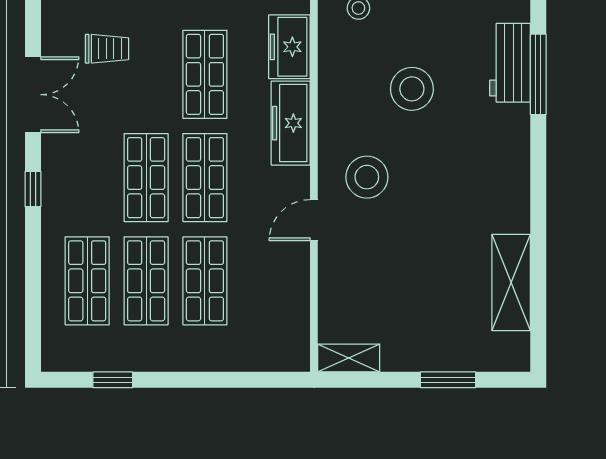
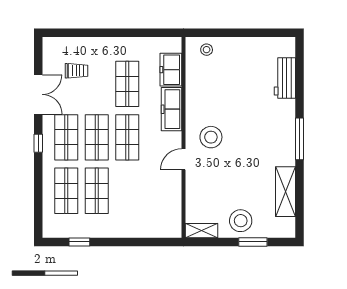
window: (538, 74) -> (300, 139), moved
stool: (412, 89) -> (241, 221), moved
shop shelf: (205, 281) -> (66, 137), moved

